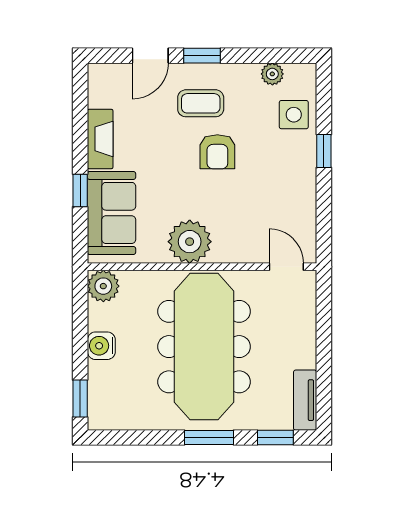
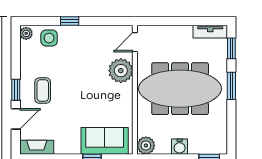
door: (150, 56) -> (16, 119), hinge flipped
plant: (272, 74) -> (26, 33), moved
fireplace: (100, 139) -> (37, 147), moved
armchair: (217, 152) -> (70, 81), removed
plant: (190, 242) -> (121, 71), moved

